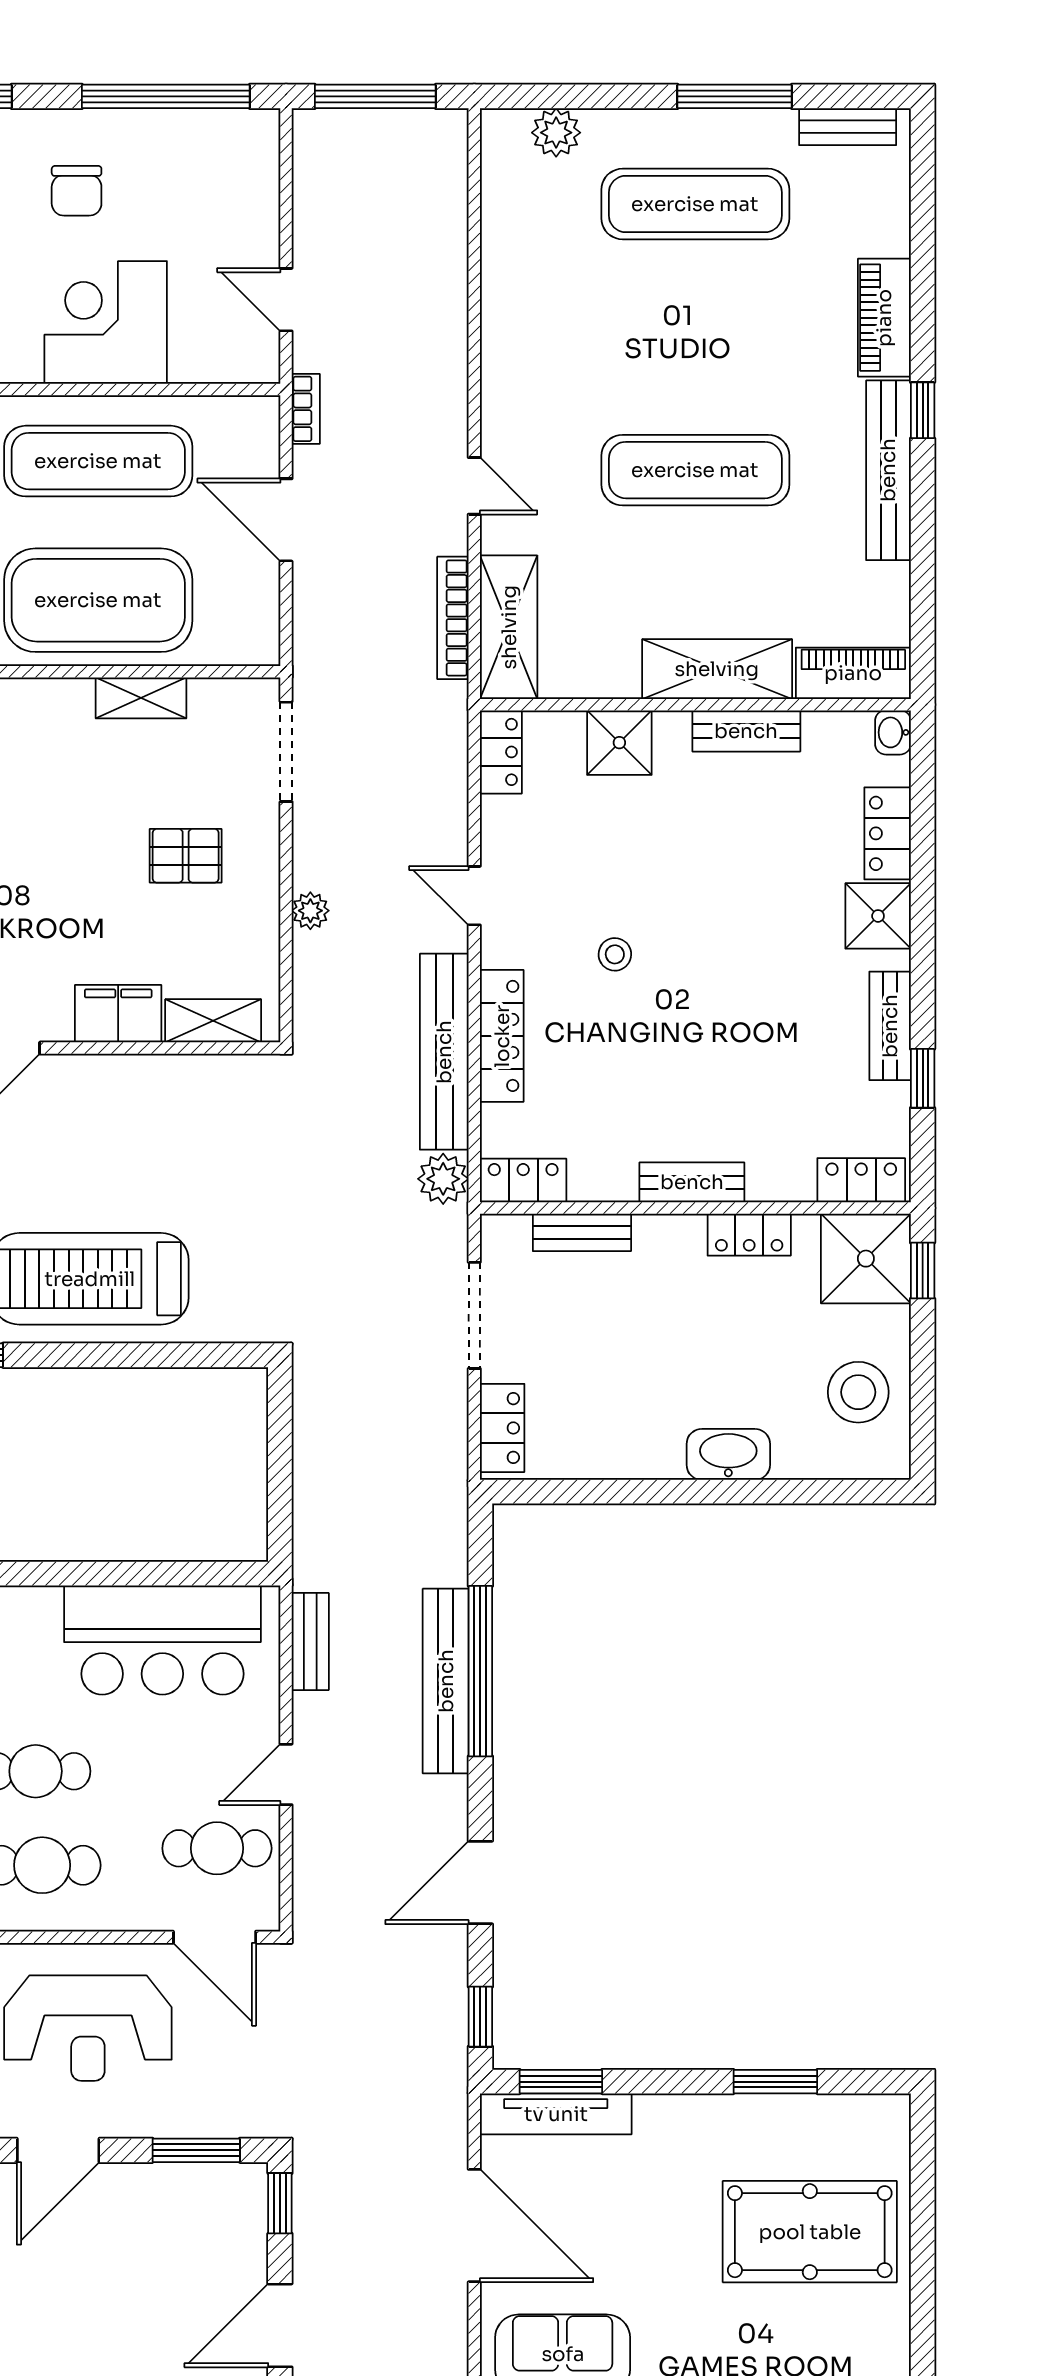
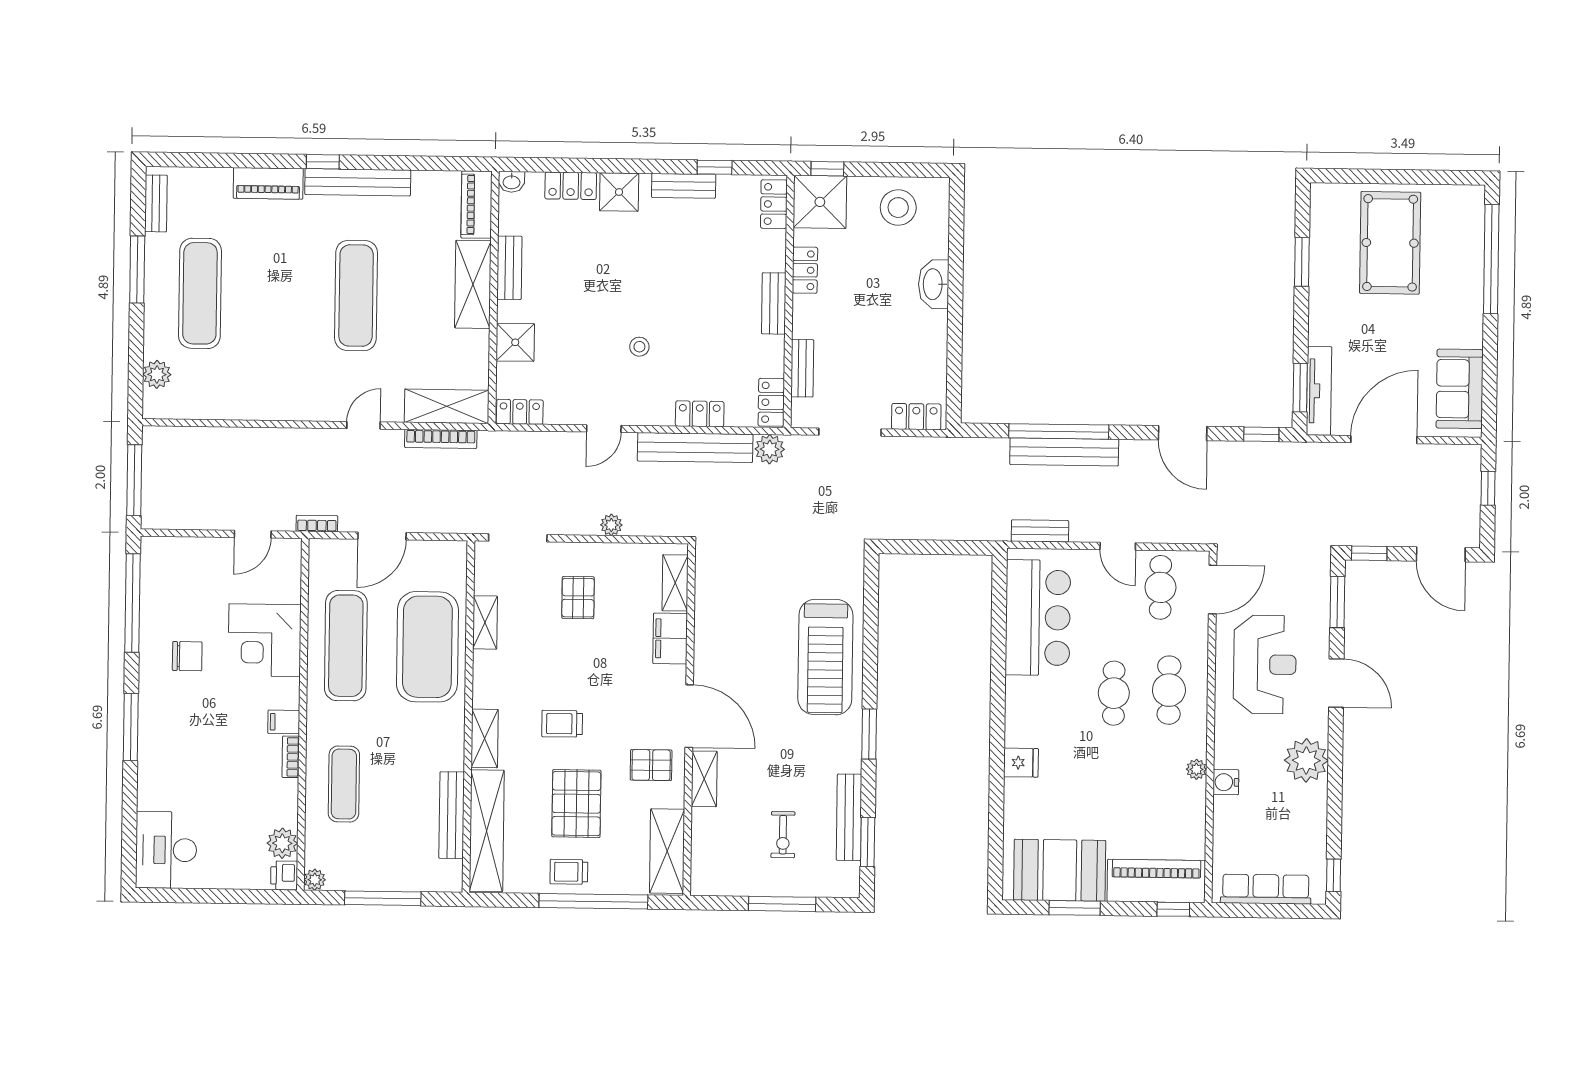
locker: (502, 1036) -> (700, 414), width x0.66

